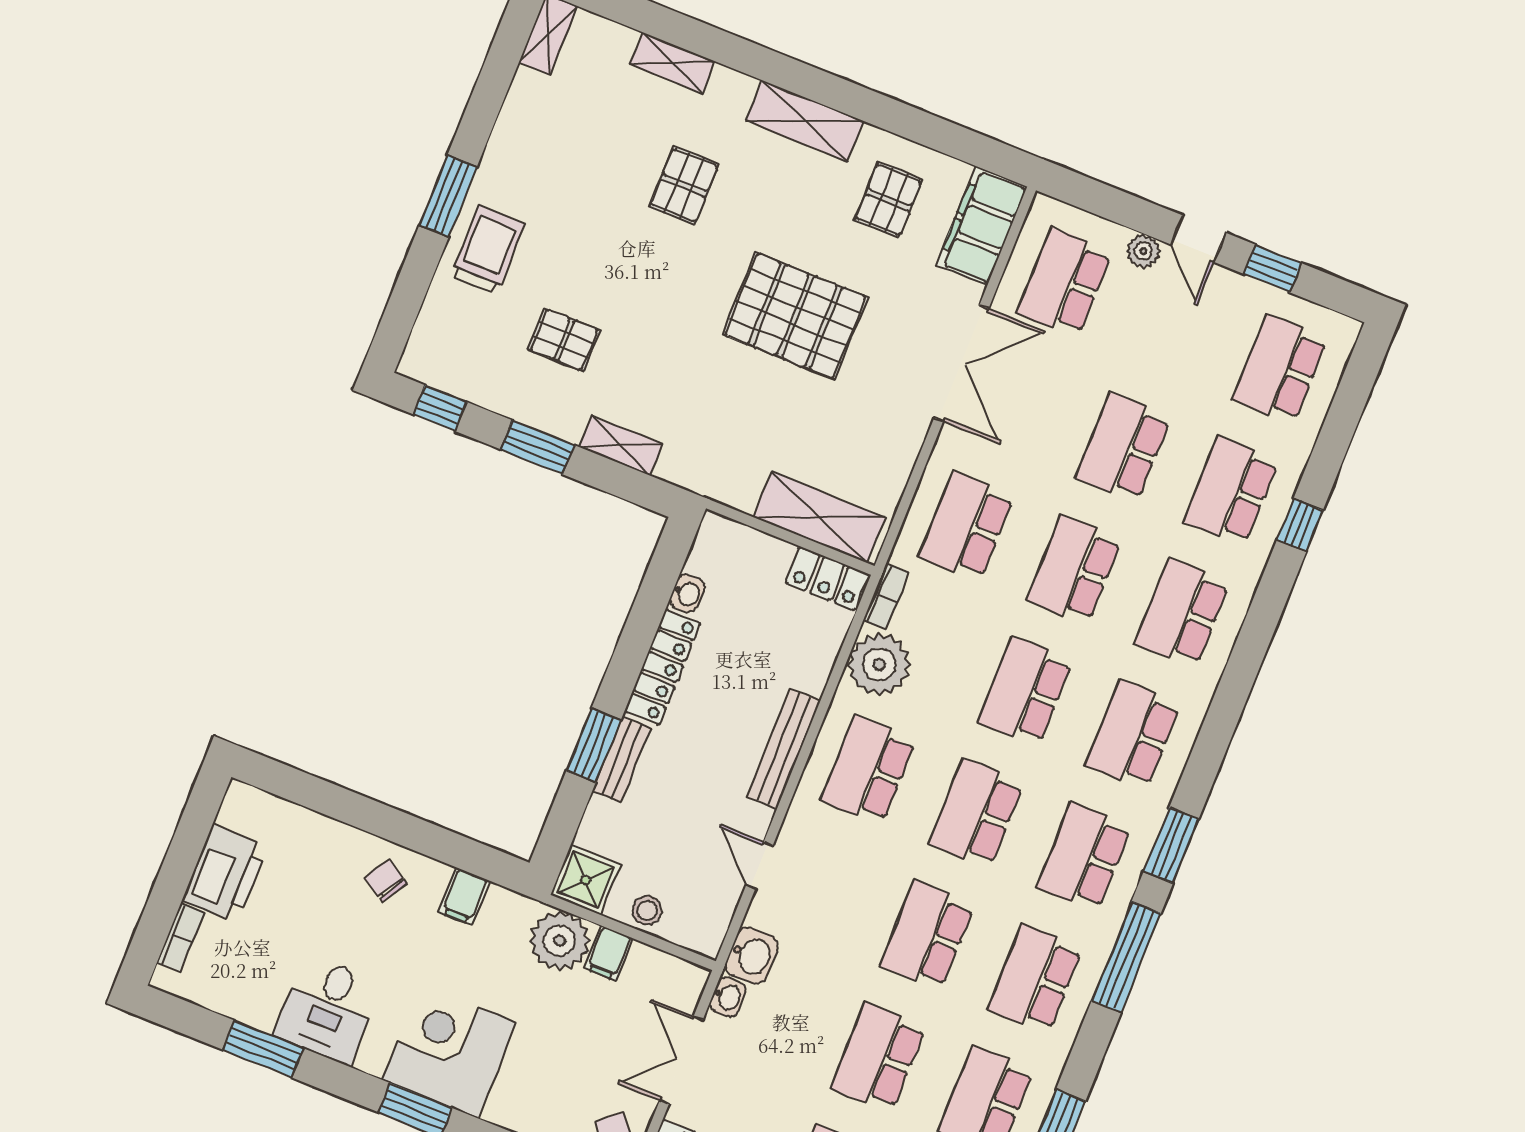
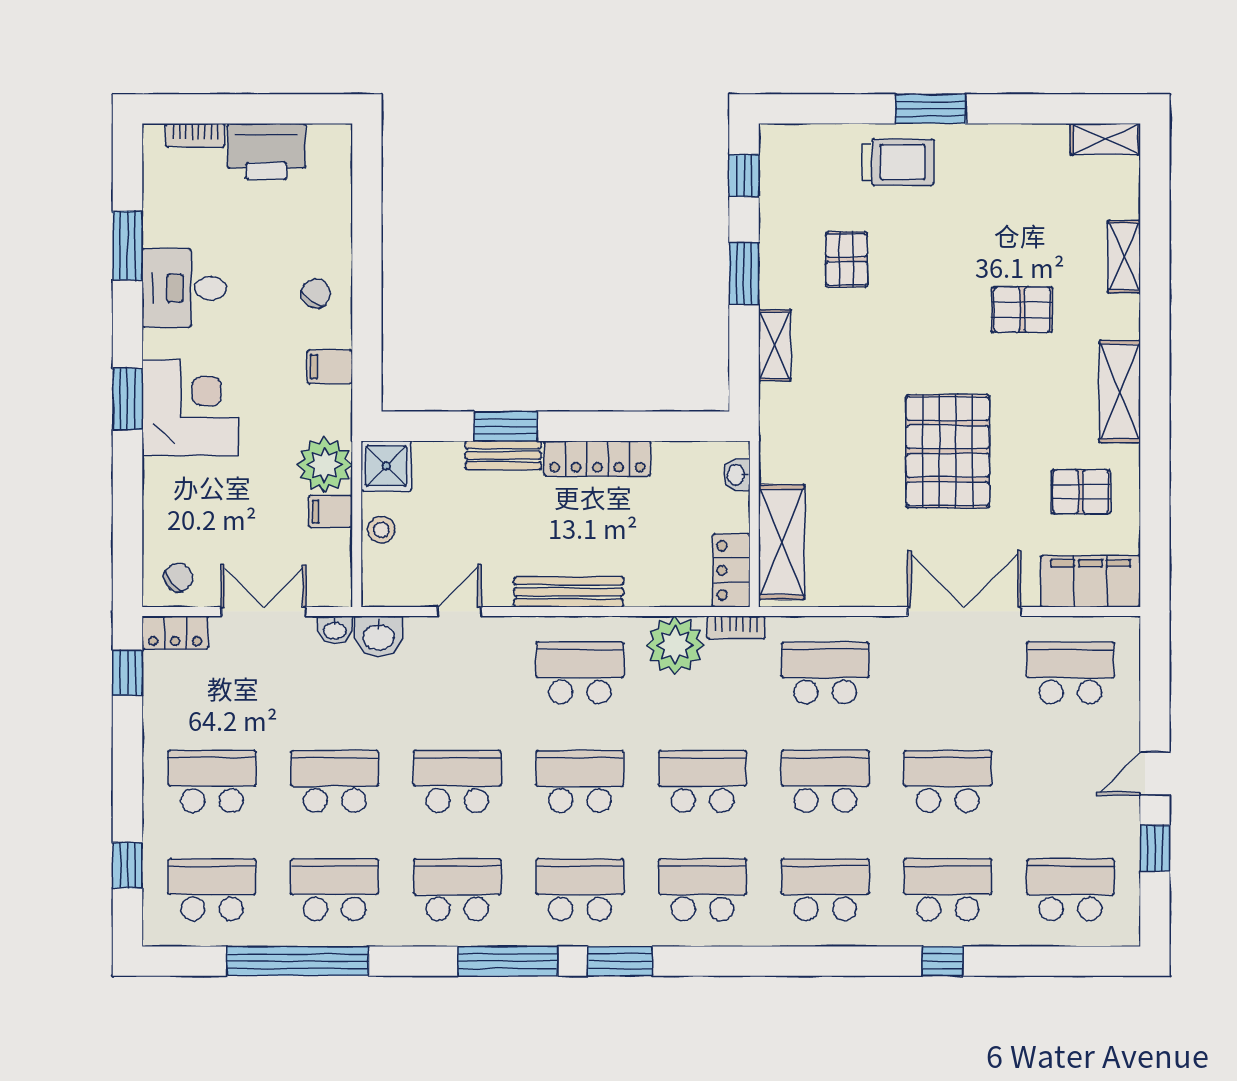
plant: (1143, 251) -> (1125, 730), removed
double door: (961, 363) -> (964, 612), swing flipped
washbasin: (687, 593) -> (737, 475), moved, turned 90

